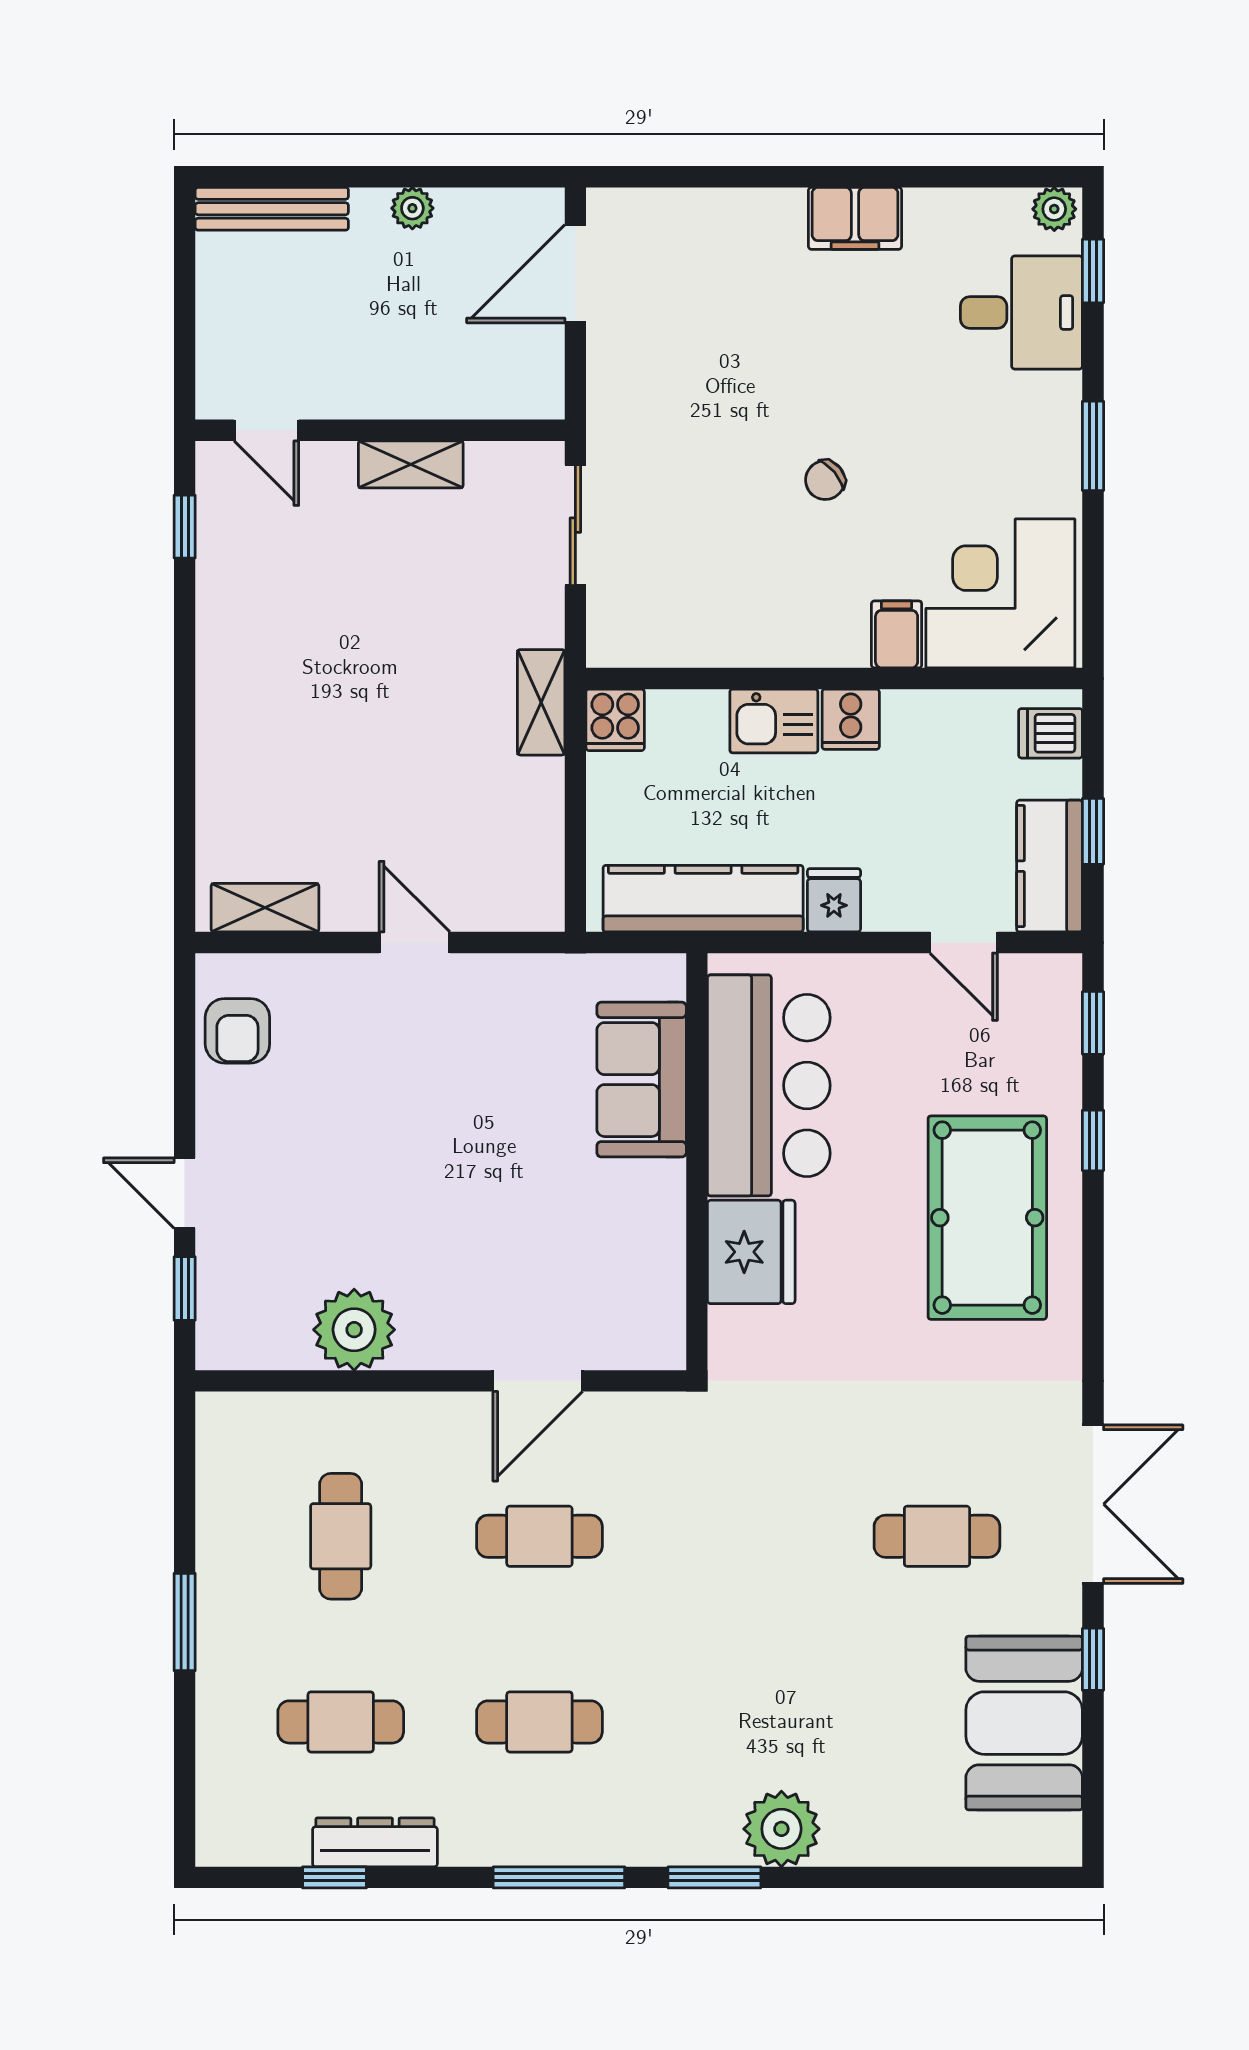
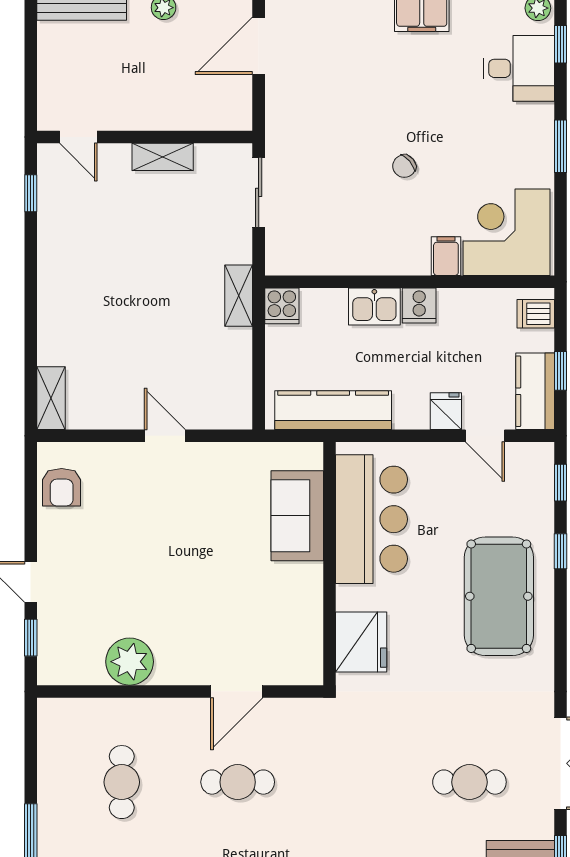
fridge: (834, 900) -> (446, 411), moved
shelving: (265, 908) -> (51, 398), moved, turned 90
fridge: (751, 1252) -> (361, 642), moved

